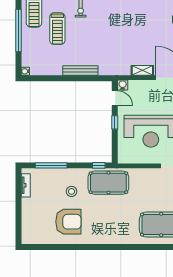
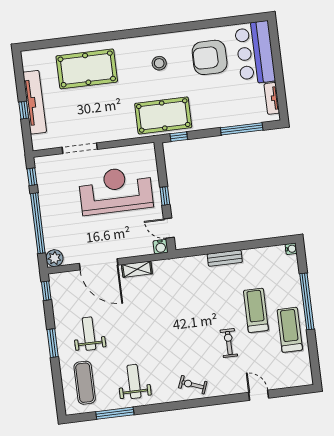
bench: (80, 70) -> (225, 258), width x0.73
stool: (72, 191) -> (159, 63), moved
bar counter: (34, 221) -> (255, 53), added

